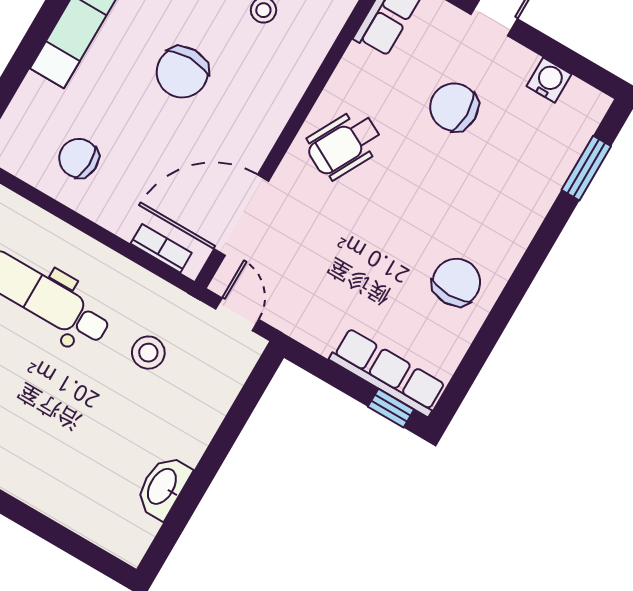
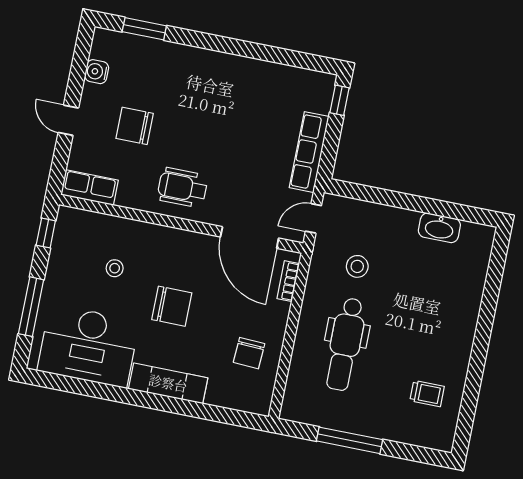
chair: (454, 107) -> (135, 126), turned 90
wheelchair: (344, 144) -> (182, 188), turned 152
chair: (456, 282) -> (245, 86), removed
row of seats: (388, 372) -> (309, 152), moved

